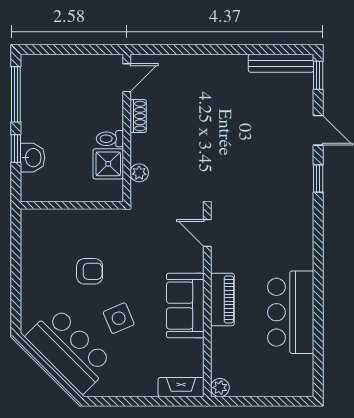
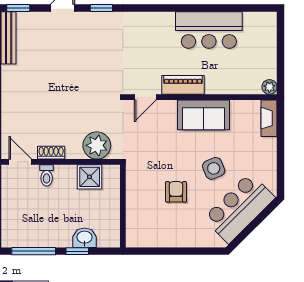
toilet: (110, 139) -> (47, 175), moved
plant: (139, 173) -> (97, 145), width x1.88, depth x1.88
piano: (222, 299) -> (183, 85), moved

